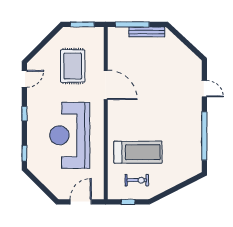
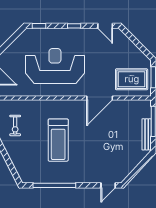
rug: (73, 66) -> (132, 79), moved
door: (204, 89) -> (108, 185), moved
treadmill: (138, 152) -> (58, 140), moved

